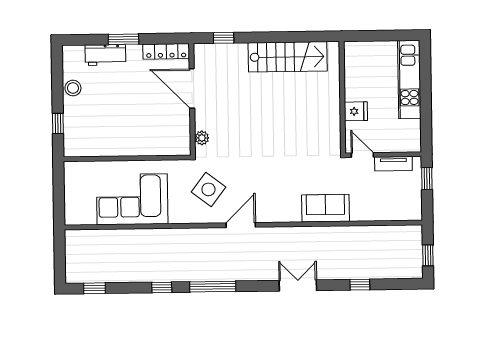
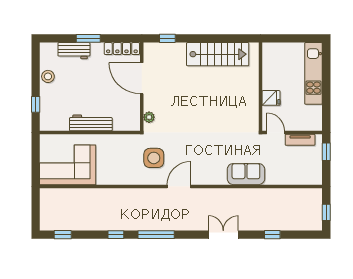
workbench: (128, 146) -> (91, 123), added
side table: (208, 189) -> (154, 158), turned -37
corner sofa: (132, 199) -> (68, 165), moved

